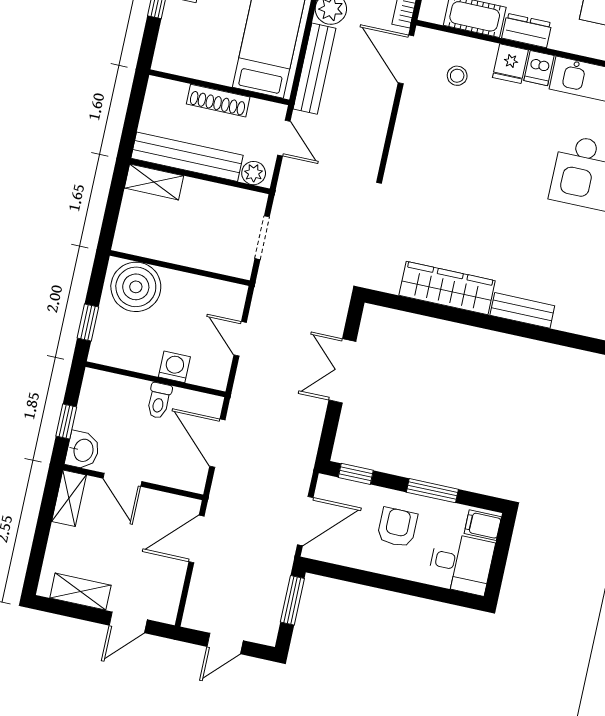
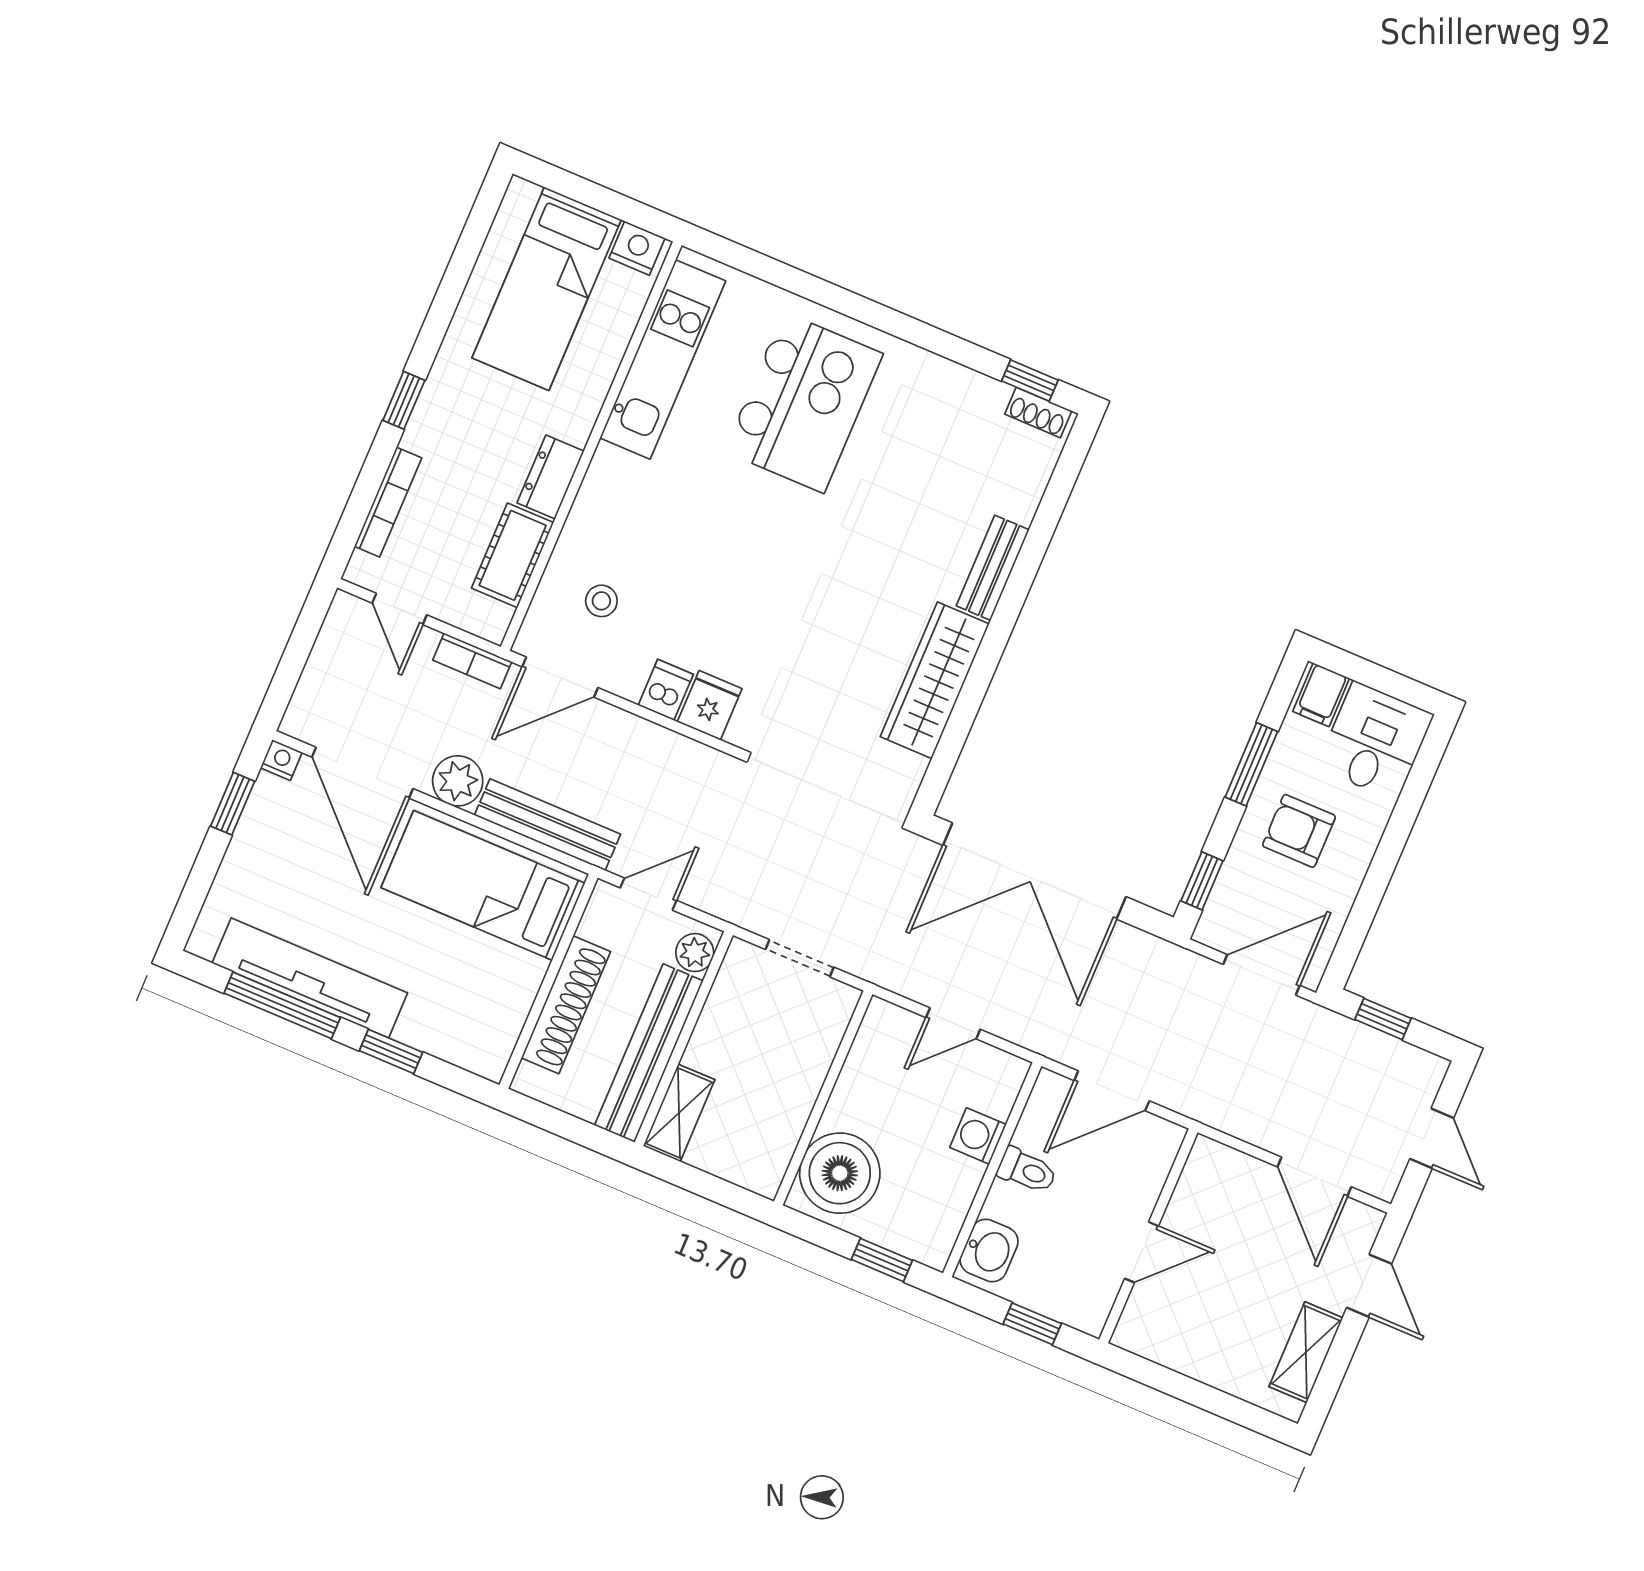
fridge: (510, 64) -> (710, 705), moved, turned -90
dishwasher: (539, 68) -> (666, 690), moved, turned -90
shoe rack: (218, 101) -> (566, 1005), width x1.36, depth x1.24
double door: (342, 371) -> (1035, 871), width x1.87
washbasin: (83, 450) -> (989, 1251), moved, turned 90
shelving: (69, 498) -> (1155, 1342), removed
door: (305, 521) -> (1261, 975), hinge flipped
door: (196, 539) -> (1314, 1177), moved
window: (292, 600) -> (1383, 1019), width x0.67

